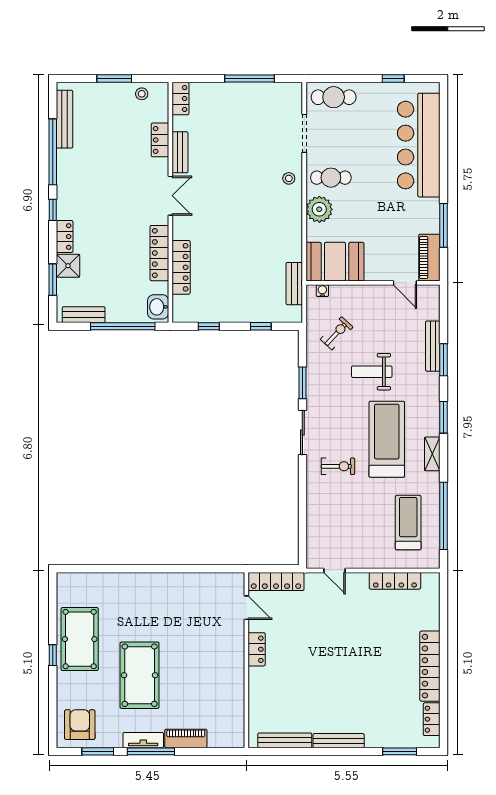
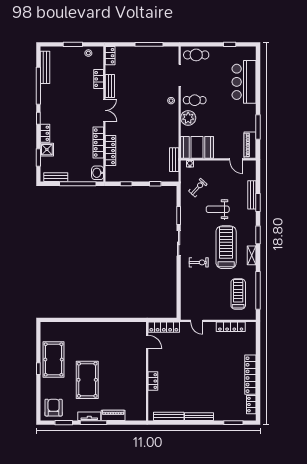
bar counter: (419, 145) -> (244, 82), width x0.73
locker: (257, 649) -> (153, 381), moved

